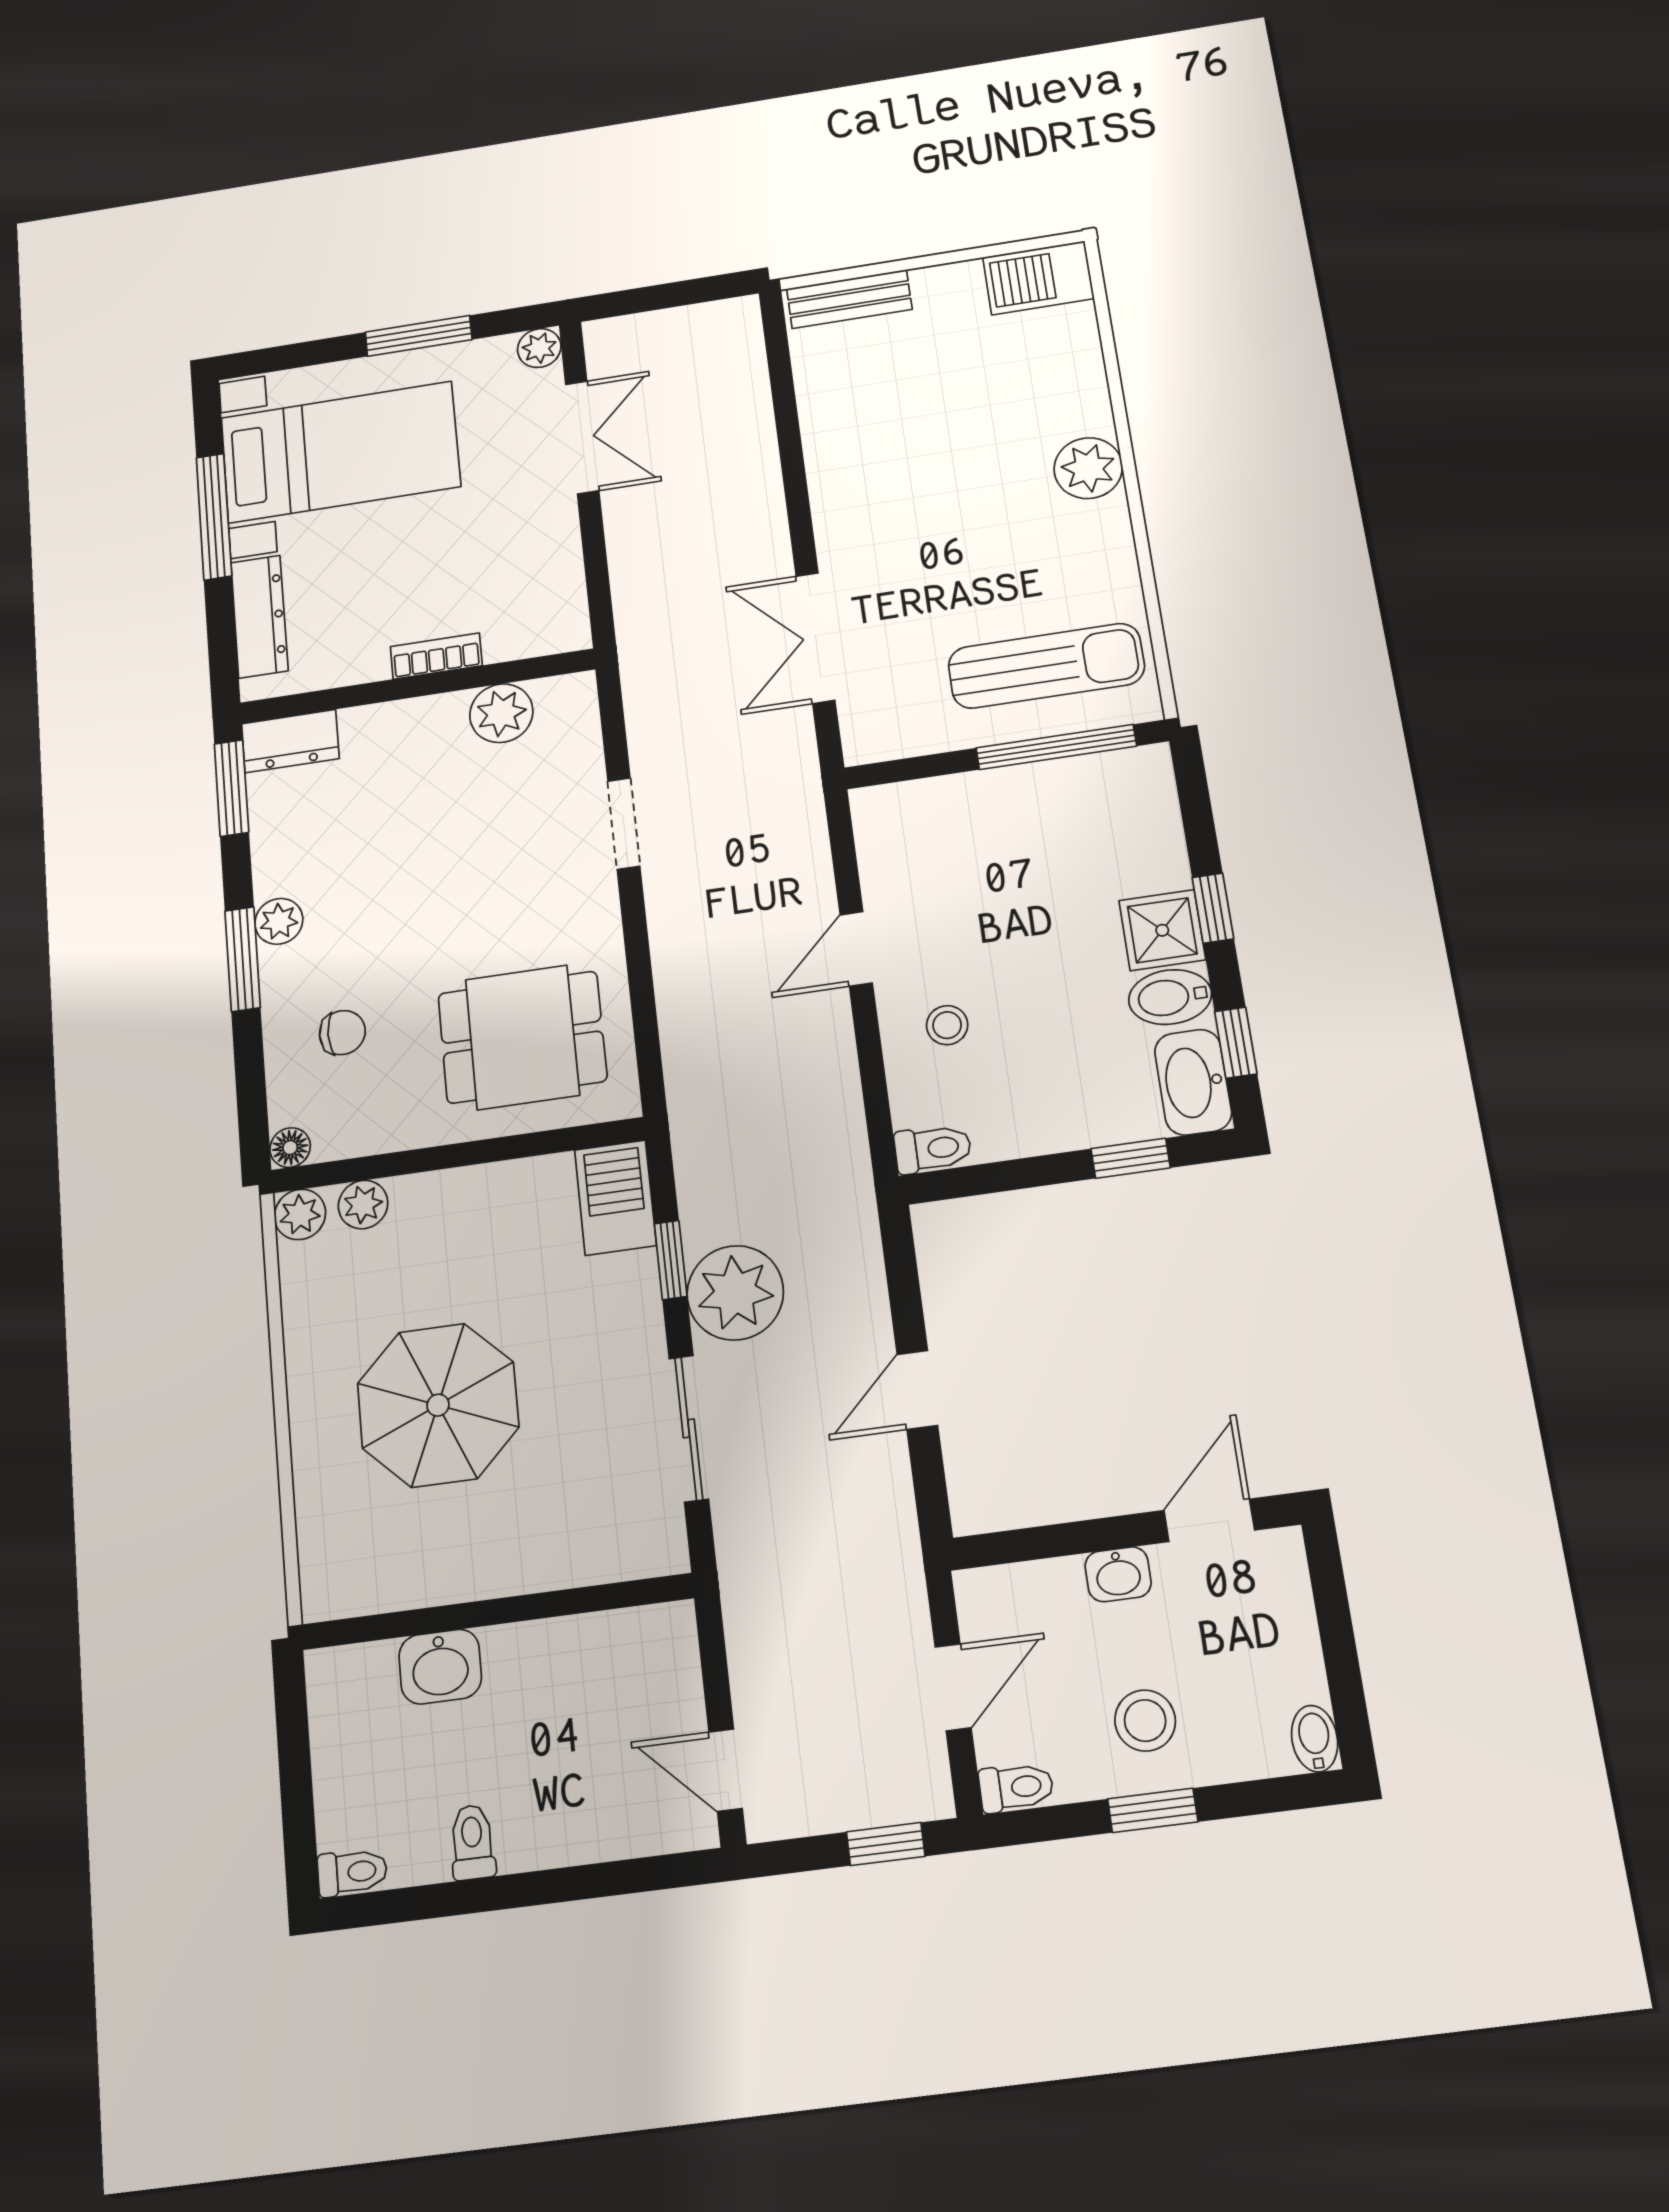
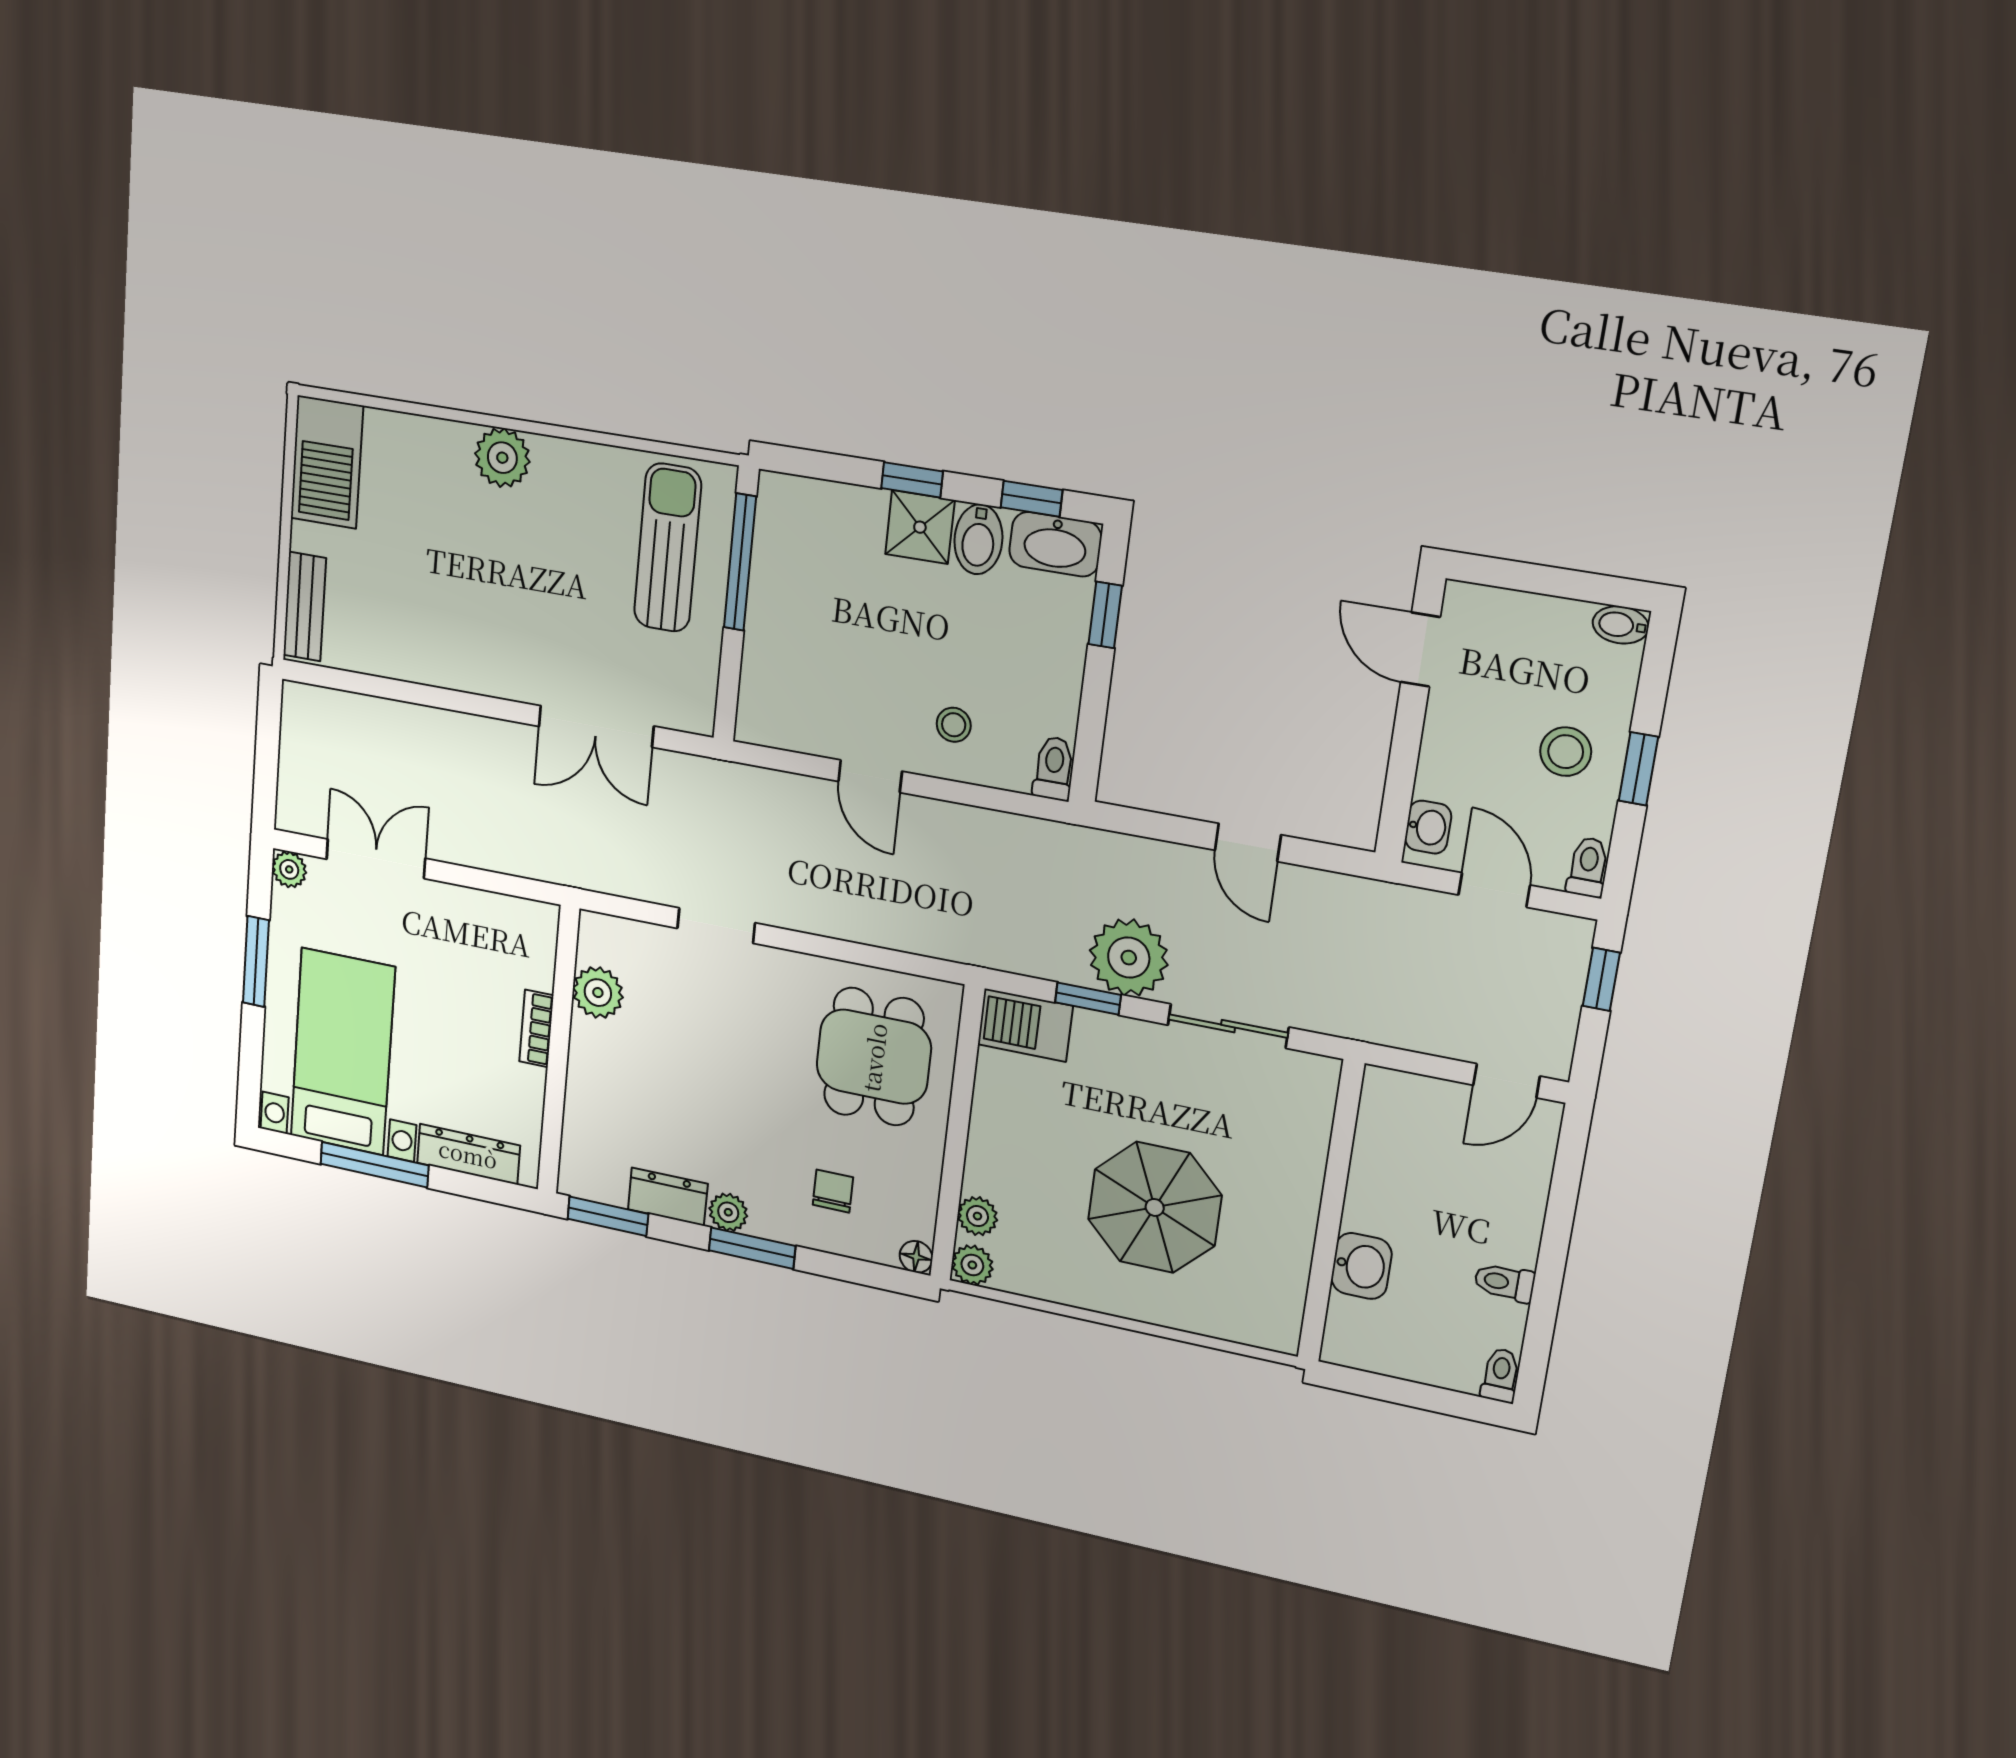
barbecue: (1038, 278) -> (327, 462), width x1.37, depth x1.21
dresser: (290, 741) -> (668, 1197), moved, turned -90
washbasin: (1118, 1574) -> (1428, 827), moved

